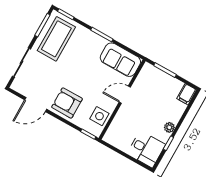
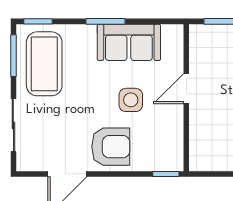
sofa: (120, 60) -> (129, 42), moved
armchair: (67, 103) -> (111, 147), turned 180
side table: (99, 116) -> (131, 100), moved

